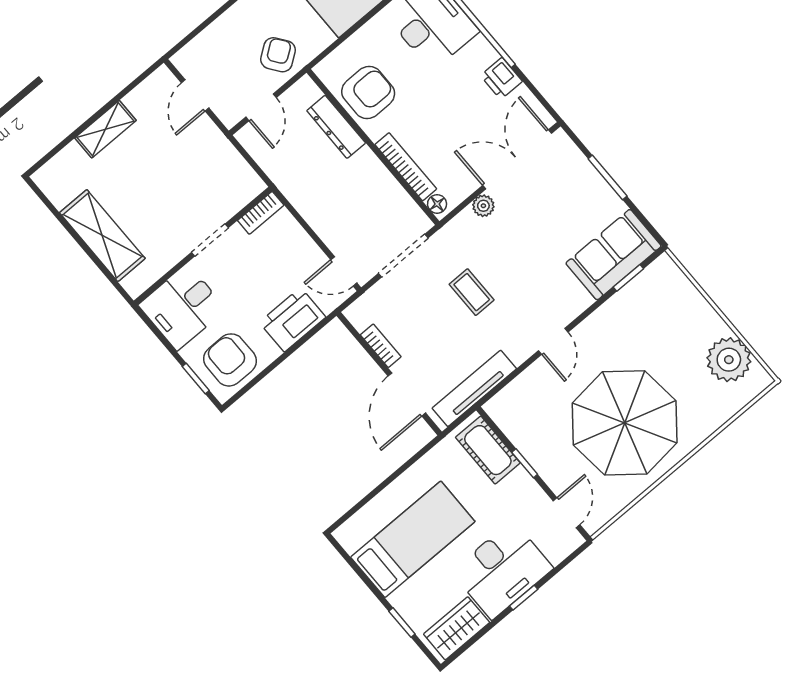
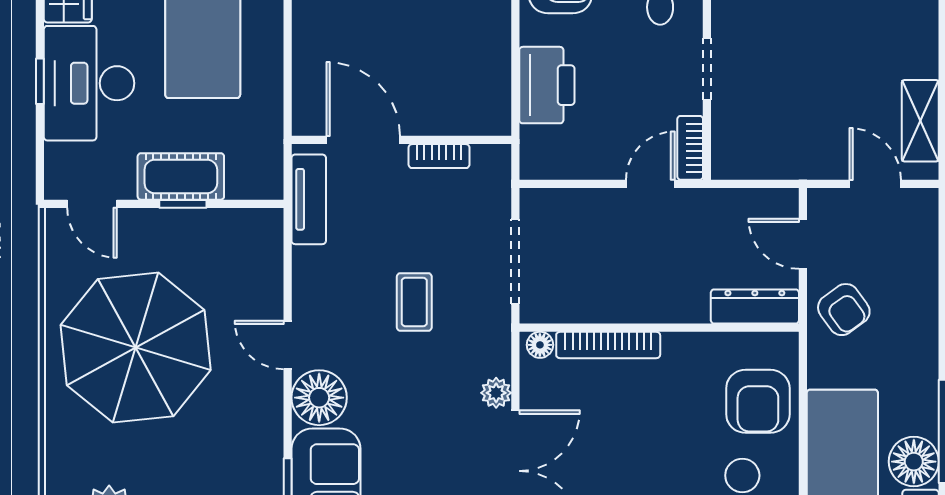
armchair: (368, 92) -> (758, 401), moved
dresser: (336, 127) -> (755, 307), moved
shelving: (105, 129) -> (920, 121), moved
door: (344, 271) -> (650, 184), moved
coffee table: (472, 292) -> (414, 302), turned 90
floor lamp: (567, 300) -> (319, 398), added
tv unit: (474, 388) -> (309, 199), width x0.71
cot: (488, 450) -> (181, 176), moved

